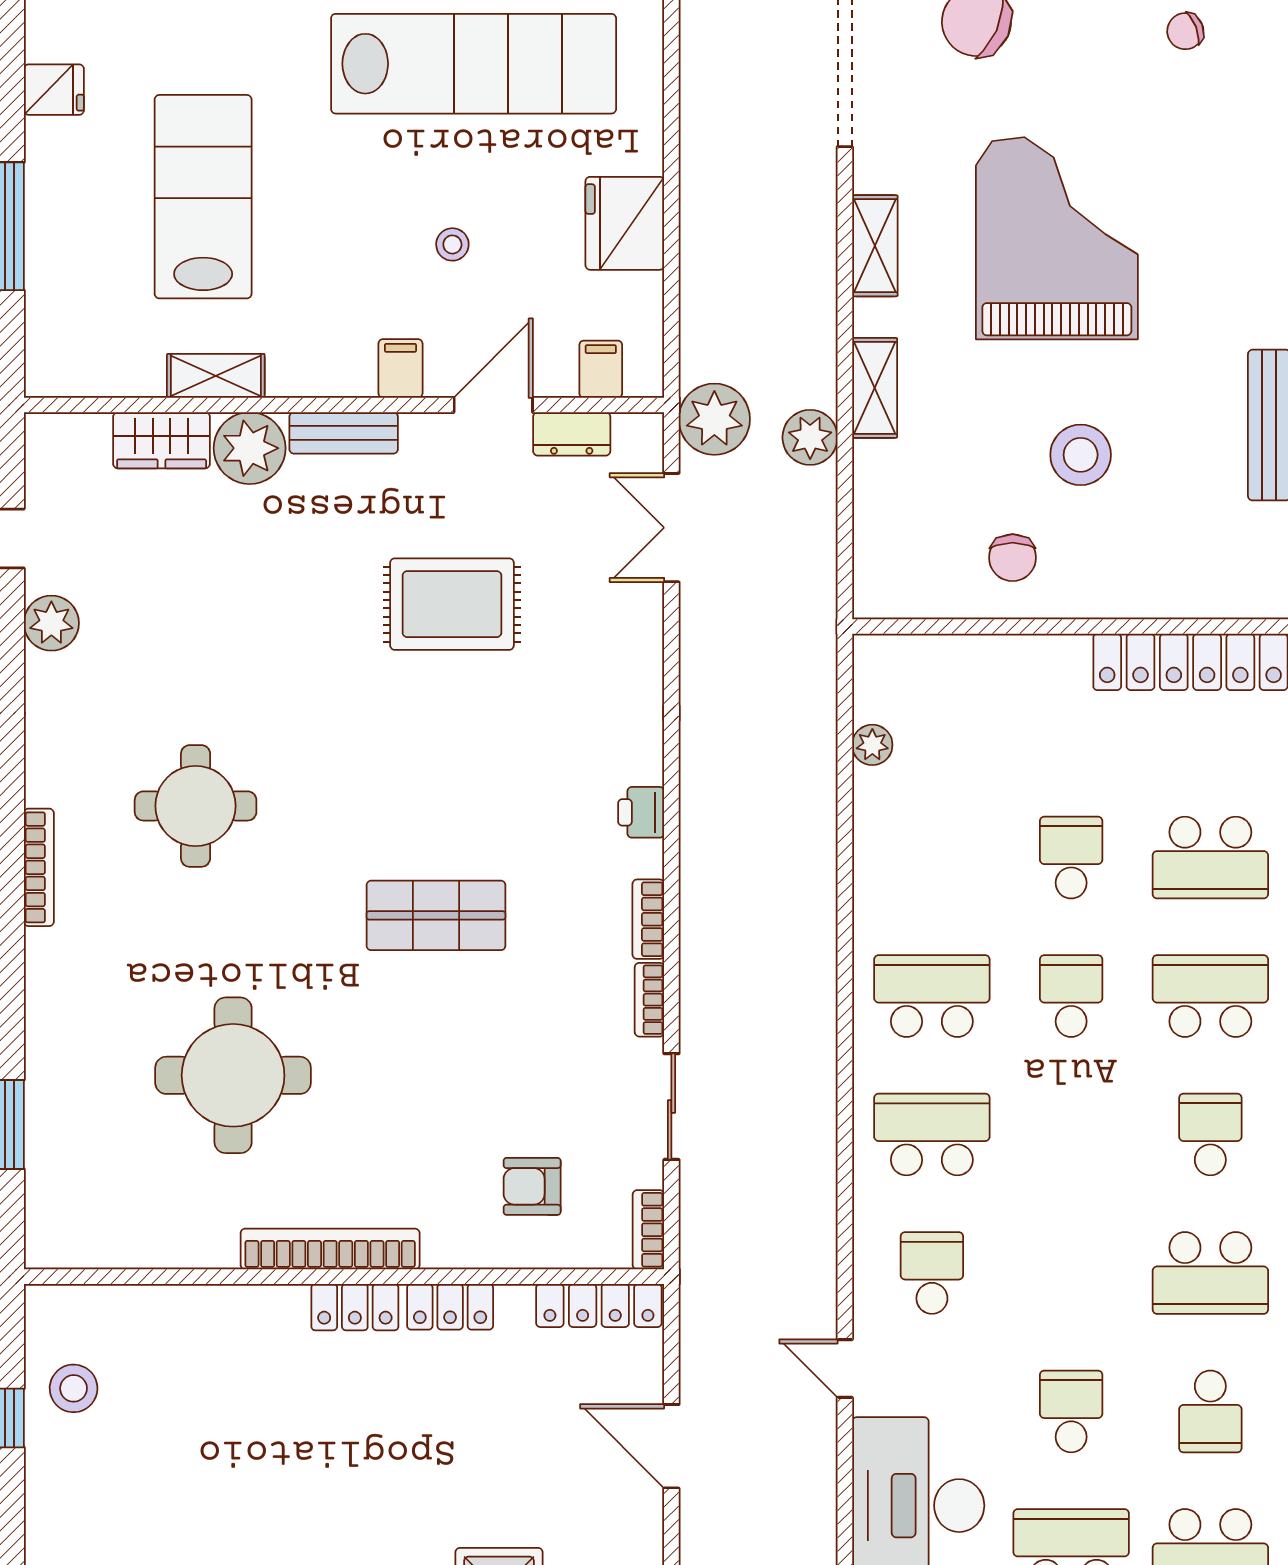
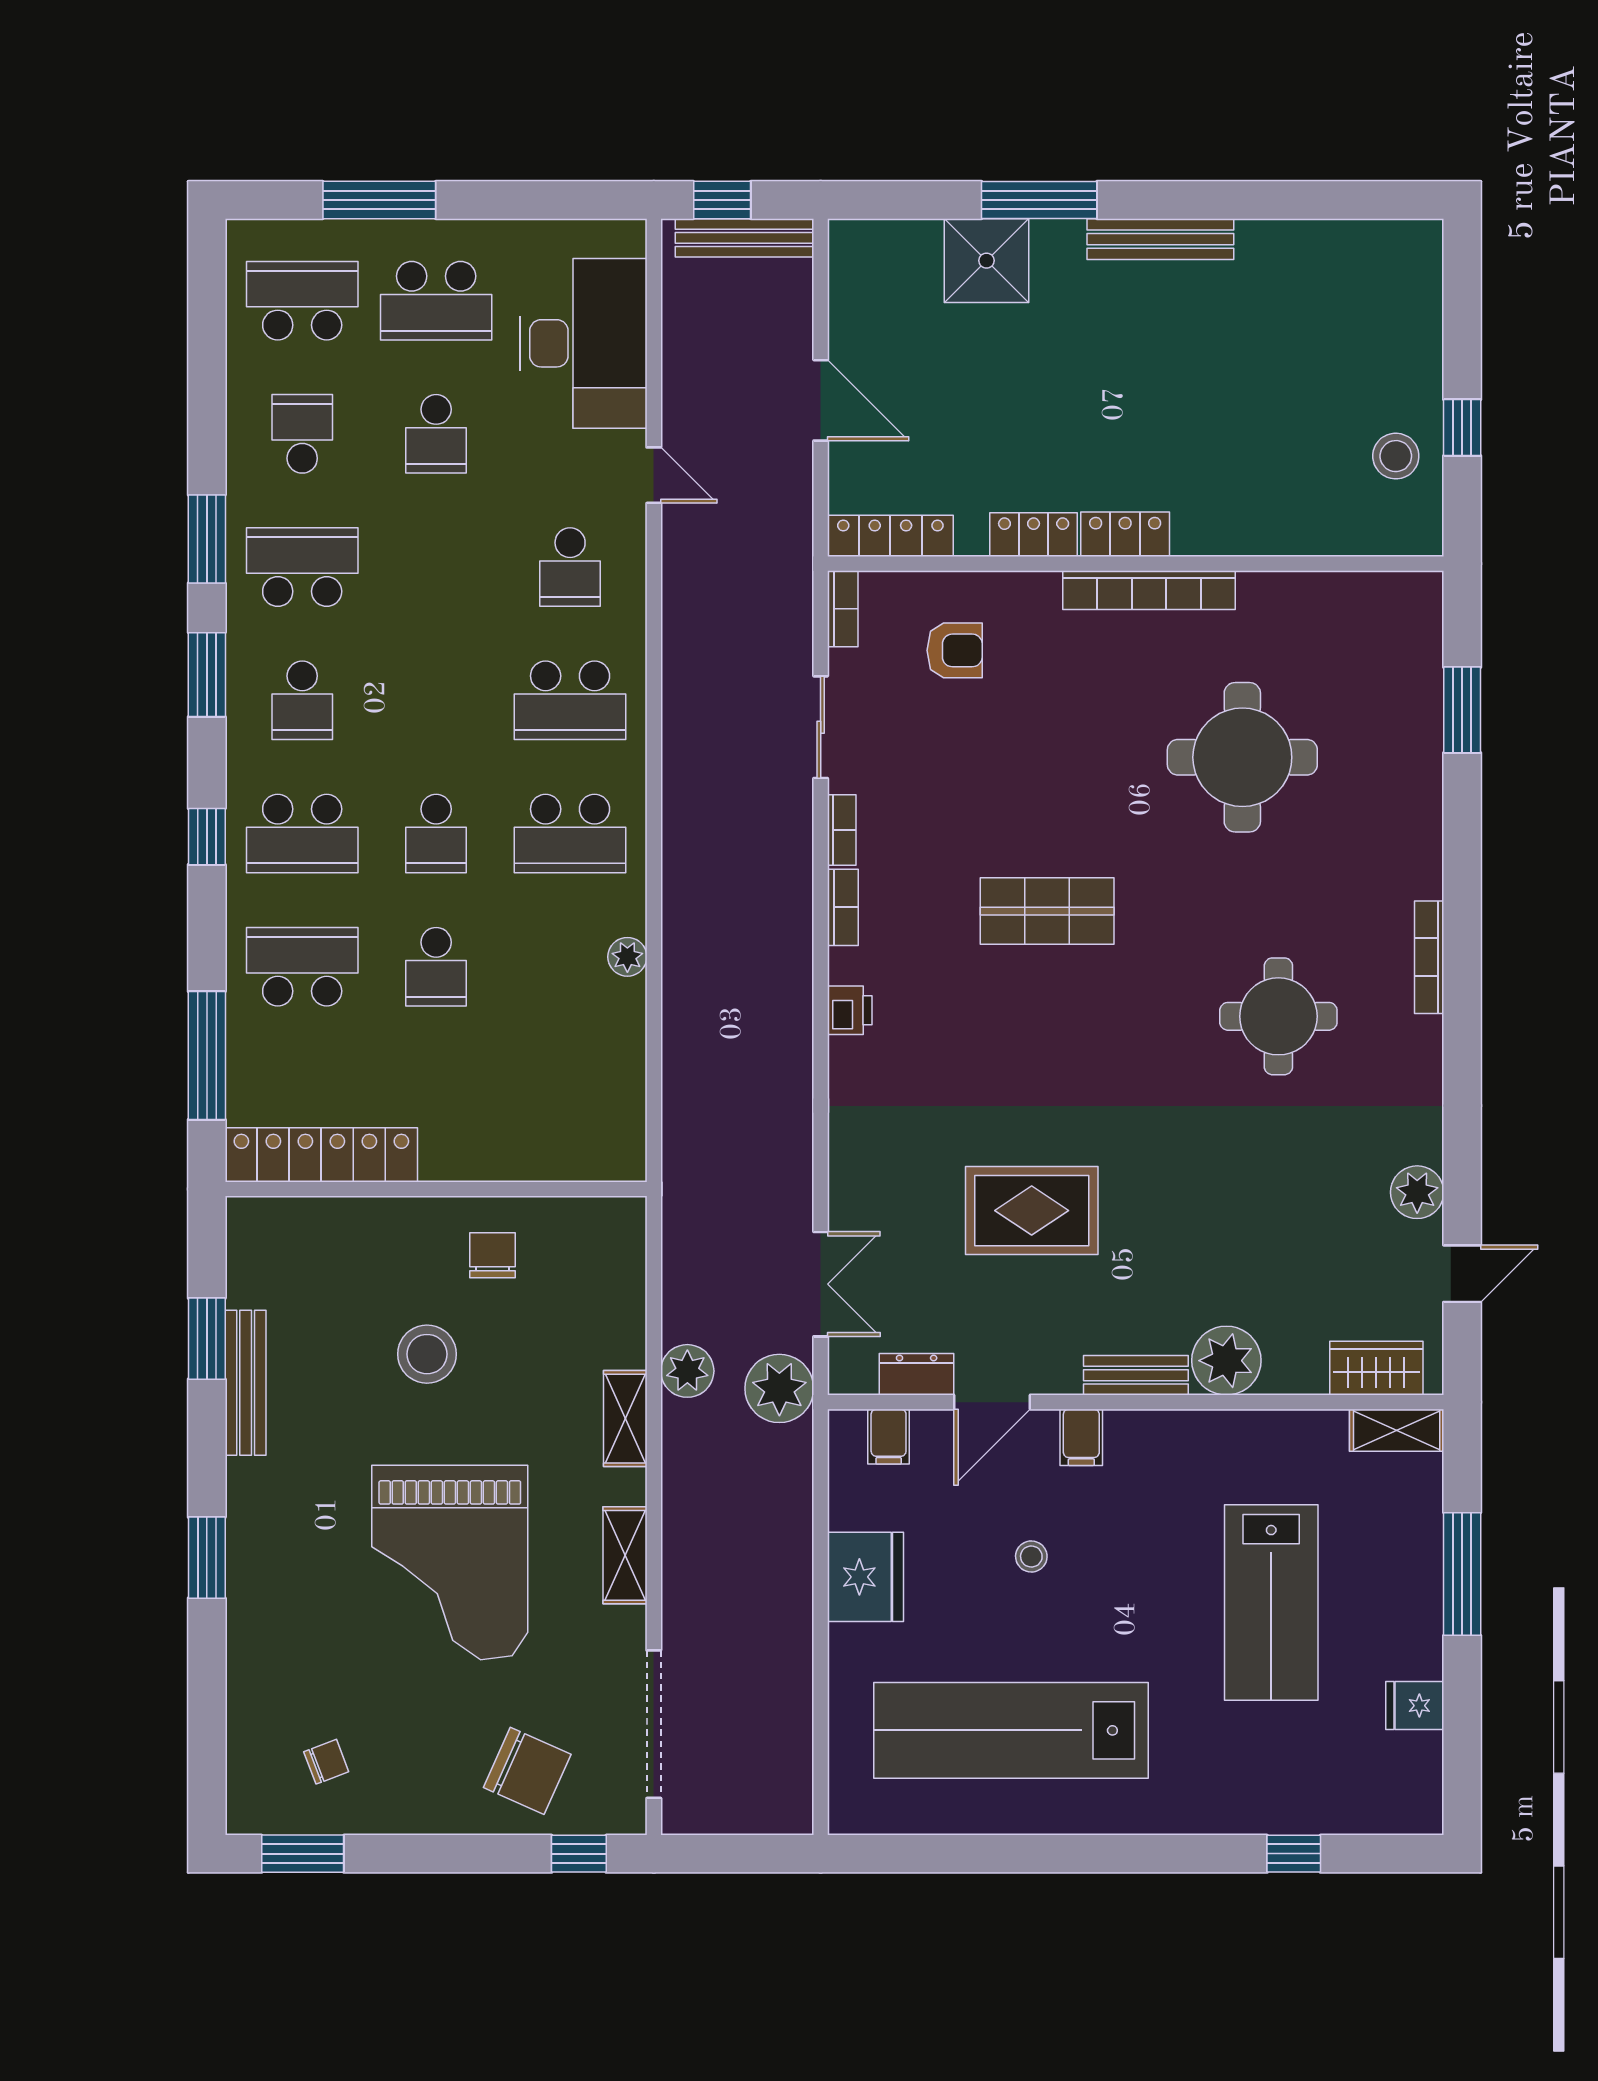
shelving: (216, 376) -> (1397, 1430), moved
wardrobe: (162, 440) -> (1376, 1368), moved
plant: (872, 745) -> (627, 957), moved

